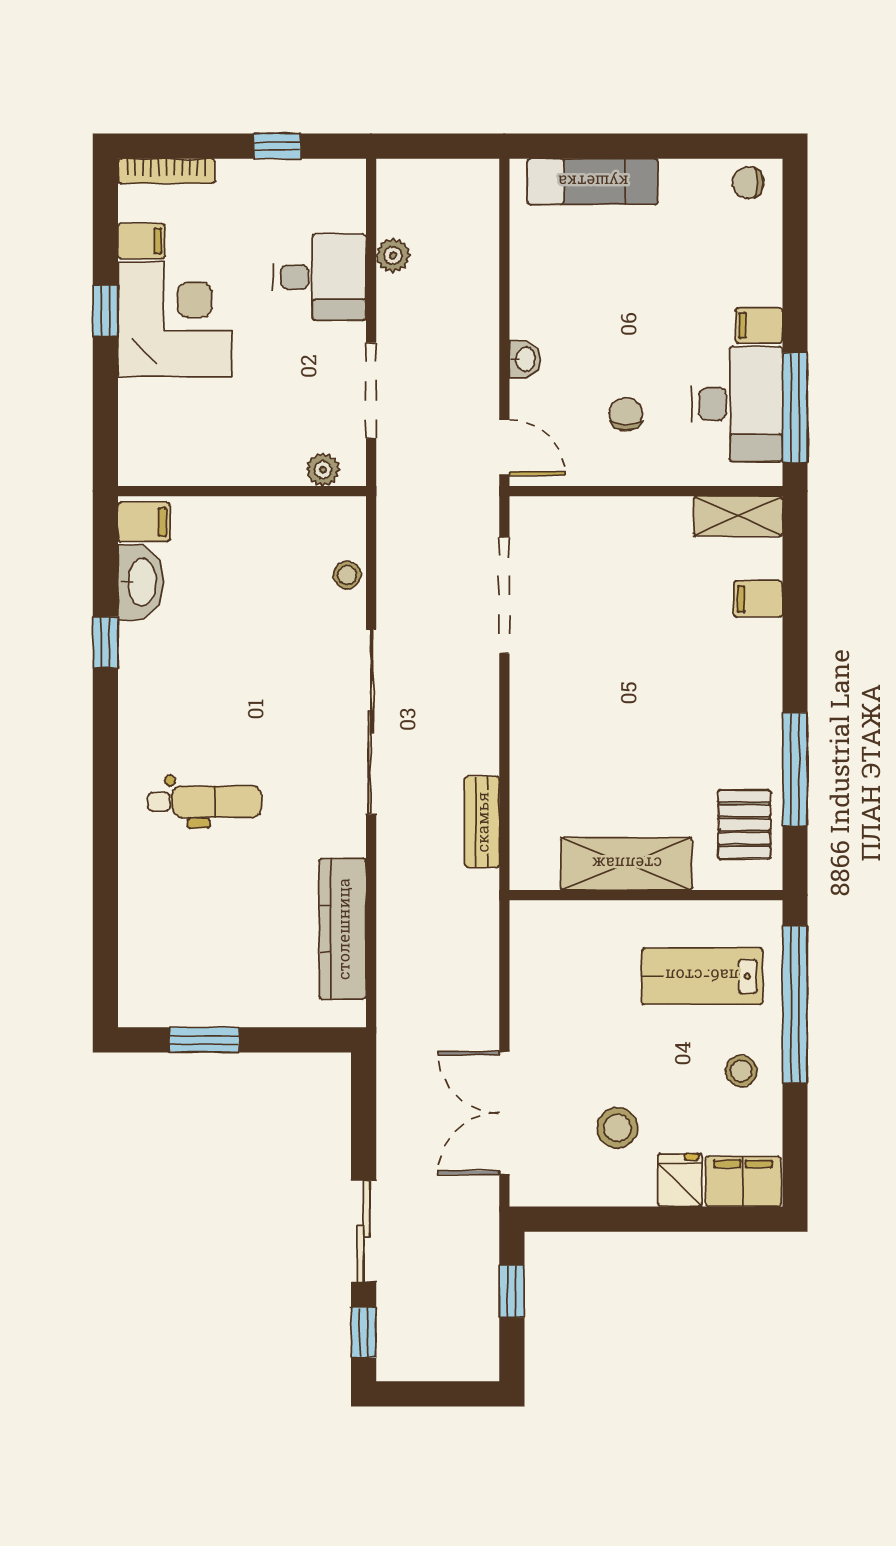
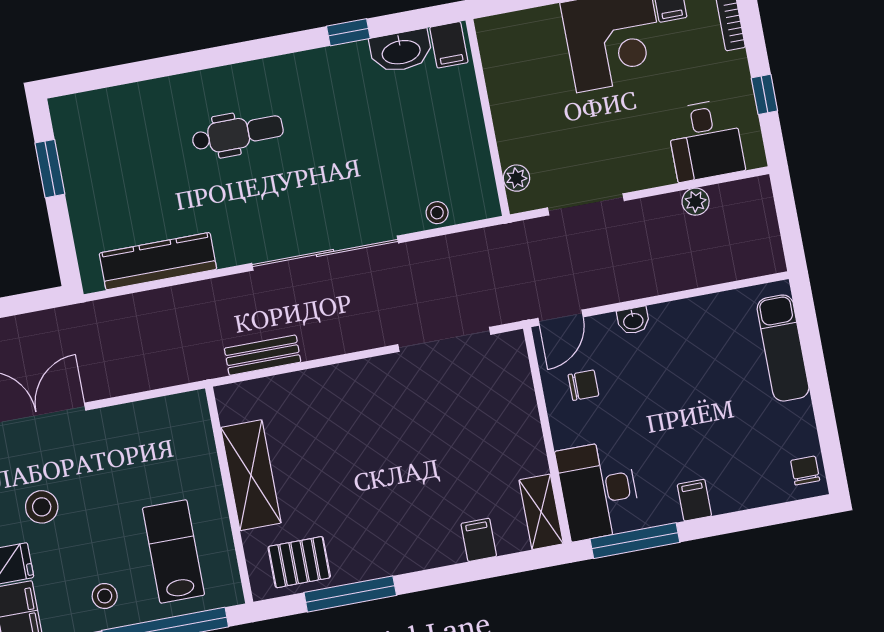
desk: (320, 277) -> (705, 140), moved
desk: (737, 404) -> (598, 490), moved, turned 90
chair: (626, 414) -> (583, 385), moved
dental chair: (204, 802) -> (238, 134), turned -90

